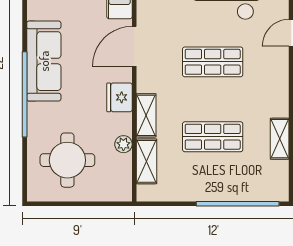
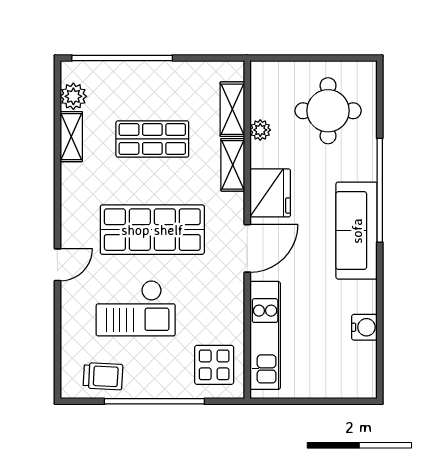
shop shelf: (213, 62) -> (152, 230), width x1.43, depth x1.36
fridge: (120, 97) -> (270, 193), width x1.36, depth x1.34
plant: (278, 172) -> (73, 96), added

